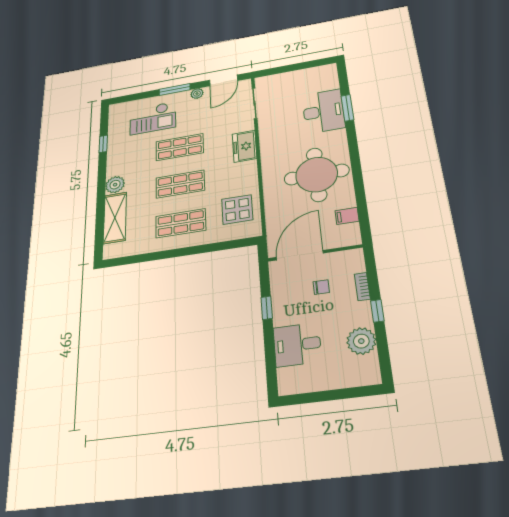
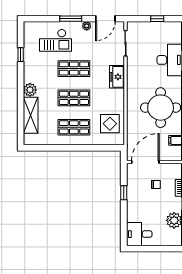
window: (299, 66) -> (157, 19), added
desk: (297, 345) -> (139, 234), moved

